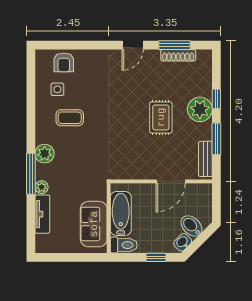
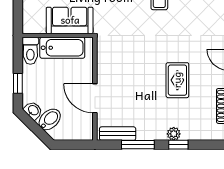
plant: (200, 109) -> (174, 134), width x0.53, depth x0.53
rug: (161, 117) -> (177, 80), moved, turned 90
sofa: (94, 224) -> (70, 20), moved

